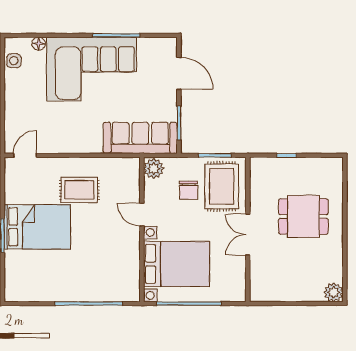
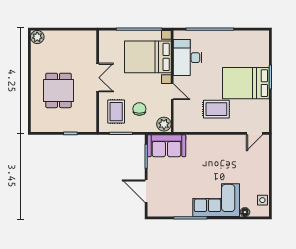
corner sofa: (92, 69) -> (216, 200), width x0.73, depth x0.74
sofa: (140, 138) -> (166, 146), width x0.73
rug: (222, 186) -> (116, 112), width x0.73, depth x0.70
dining table: (303, 216) -> (58, 90), turned 90
desk: (120, 263) -> (188, 58), added

